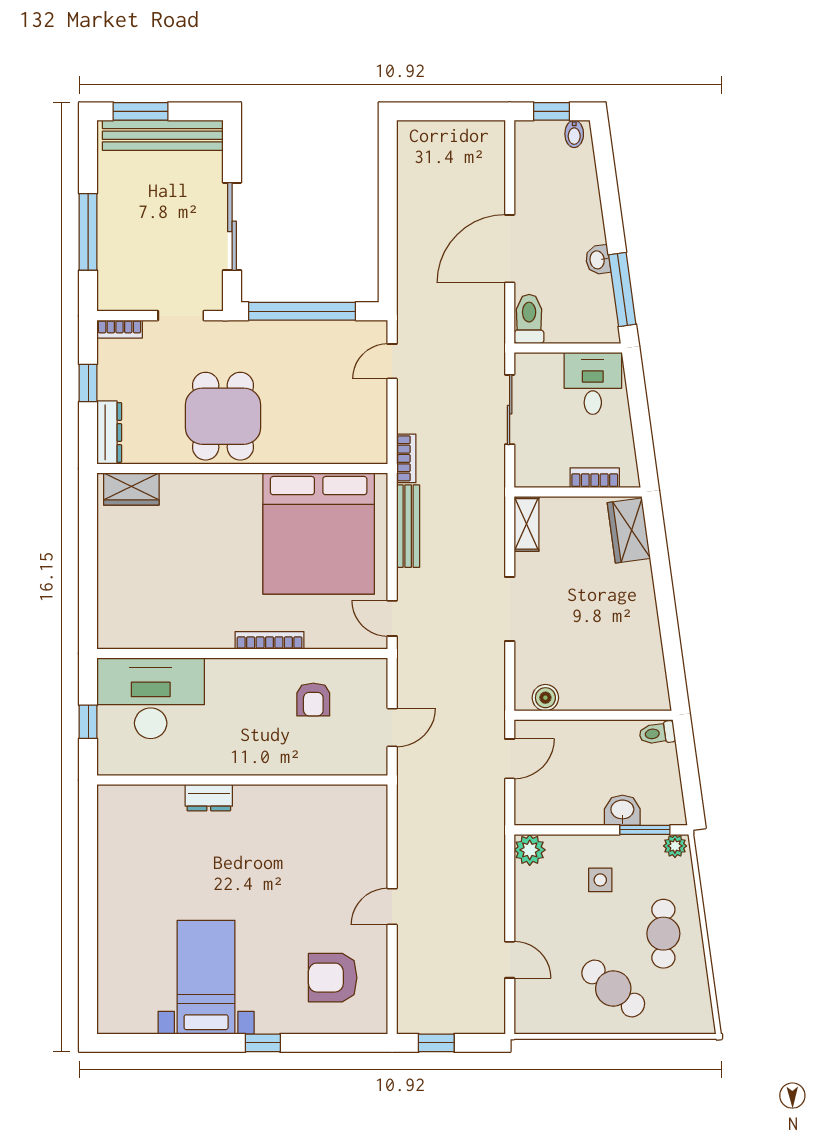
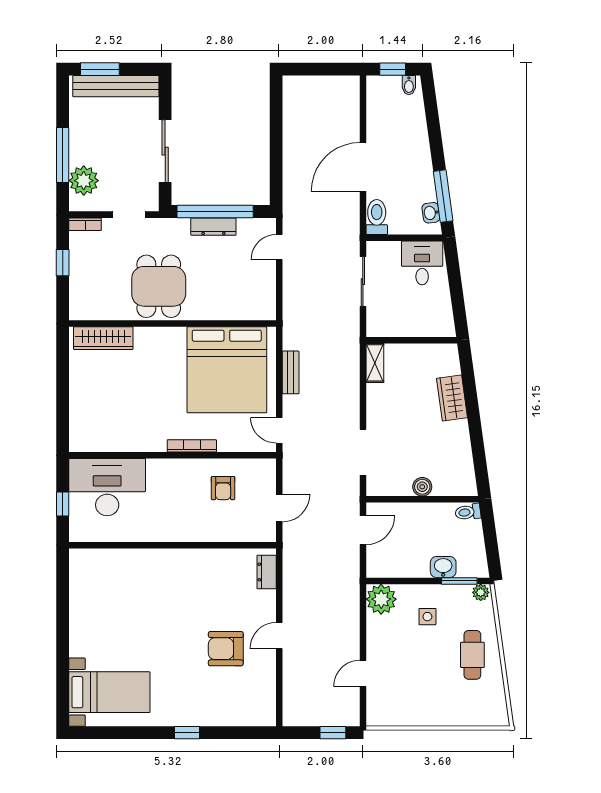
washbasin: (598, 260) -> (431, 213), moved
plant: (118, 268) -> (84, 181), added
dresser: (109, 432) -> (213, 227), moved, turned 90
bookcase: (406, 458) -> (289, 316), removed
bookcase: (595, 478) -> (424, 330), removed
wardrobe: (131, 489) -> (103, 338), width x1.50
bench: (408, 526) -> (291, 372), width x0.73
wardrobe: (629, 531) -> (452, 398), moved
doorway: (510, 609) -> (363, 452), moved
boiler: (545, 698) -> (422, 487), moved
dresser: (209, 798) -> (267, 572), moved, turned 90
plant: (530, 850) -> (381, 599), width x1.36, depth x1.36
door: (510, 960) -> (363, 673), swing flipped
bed with nightstands: (206, 977) -> (109, 692), moved, turned 90
armchair: (333, 978) -> (226, 649), moved
cafe table: (613, 988) -> (437, 694), removed
window: (436, 1043) -> (333, 733), moved

